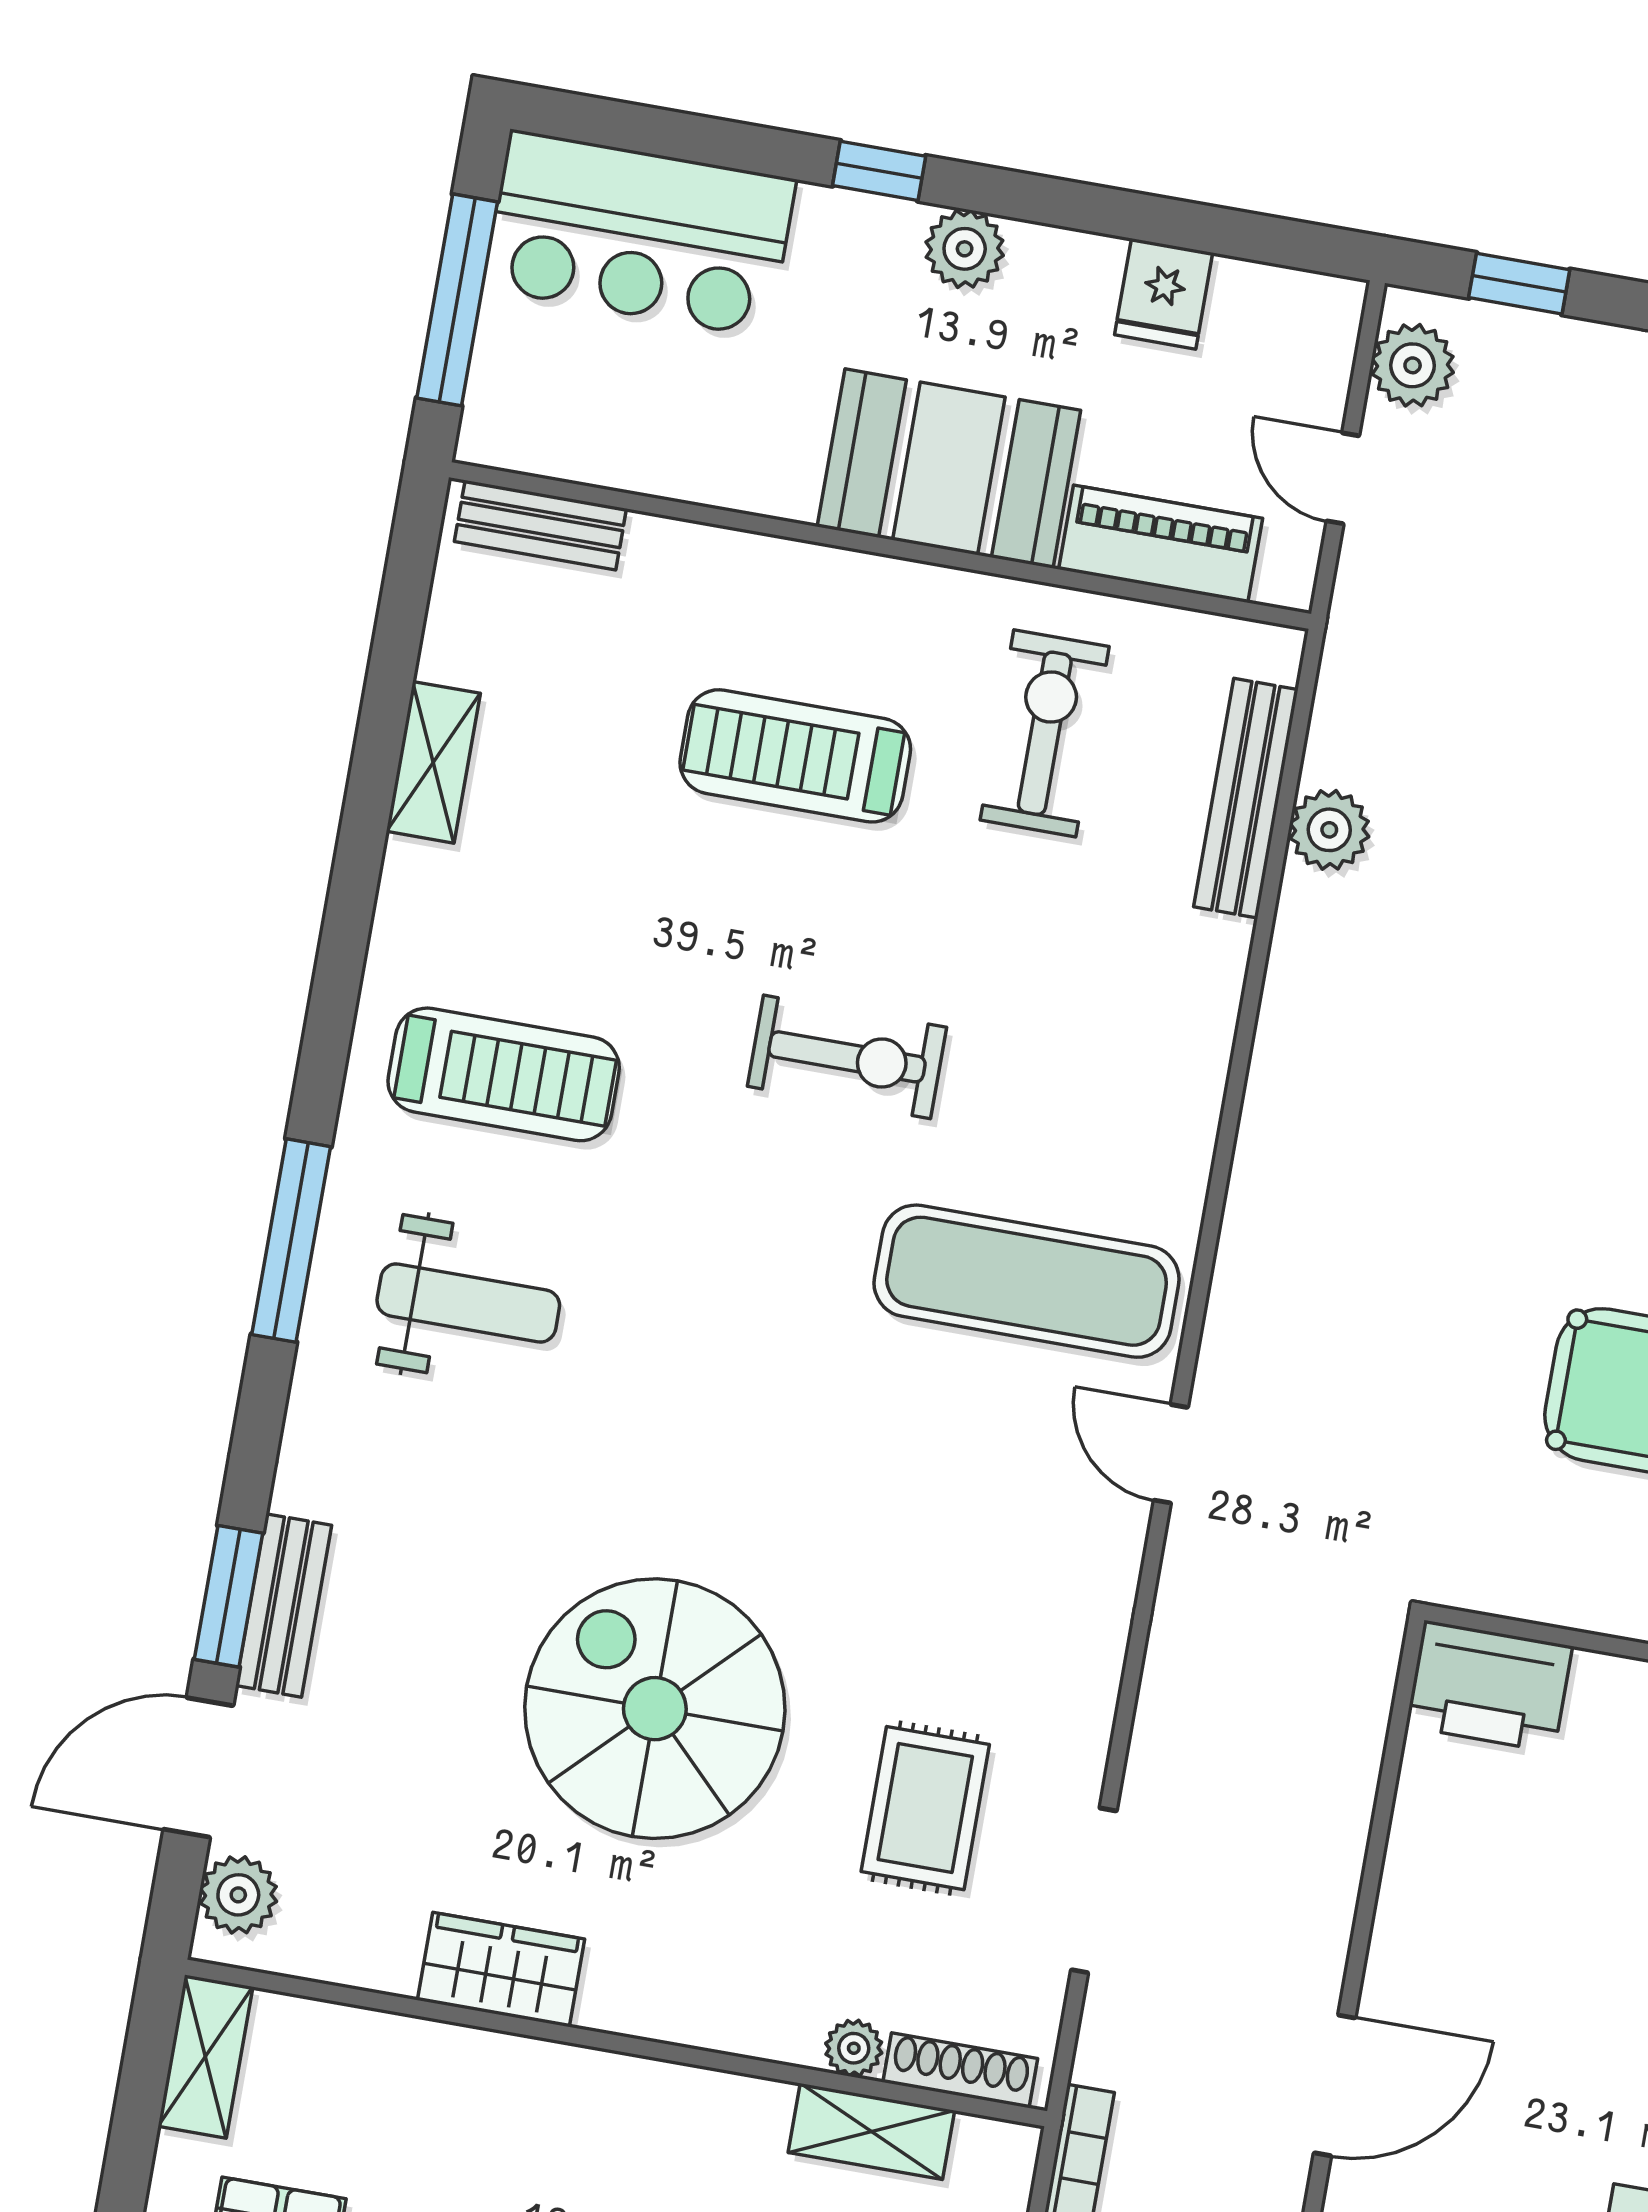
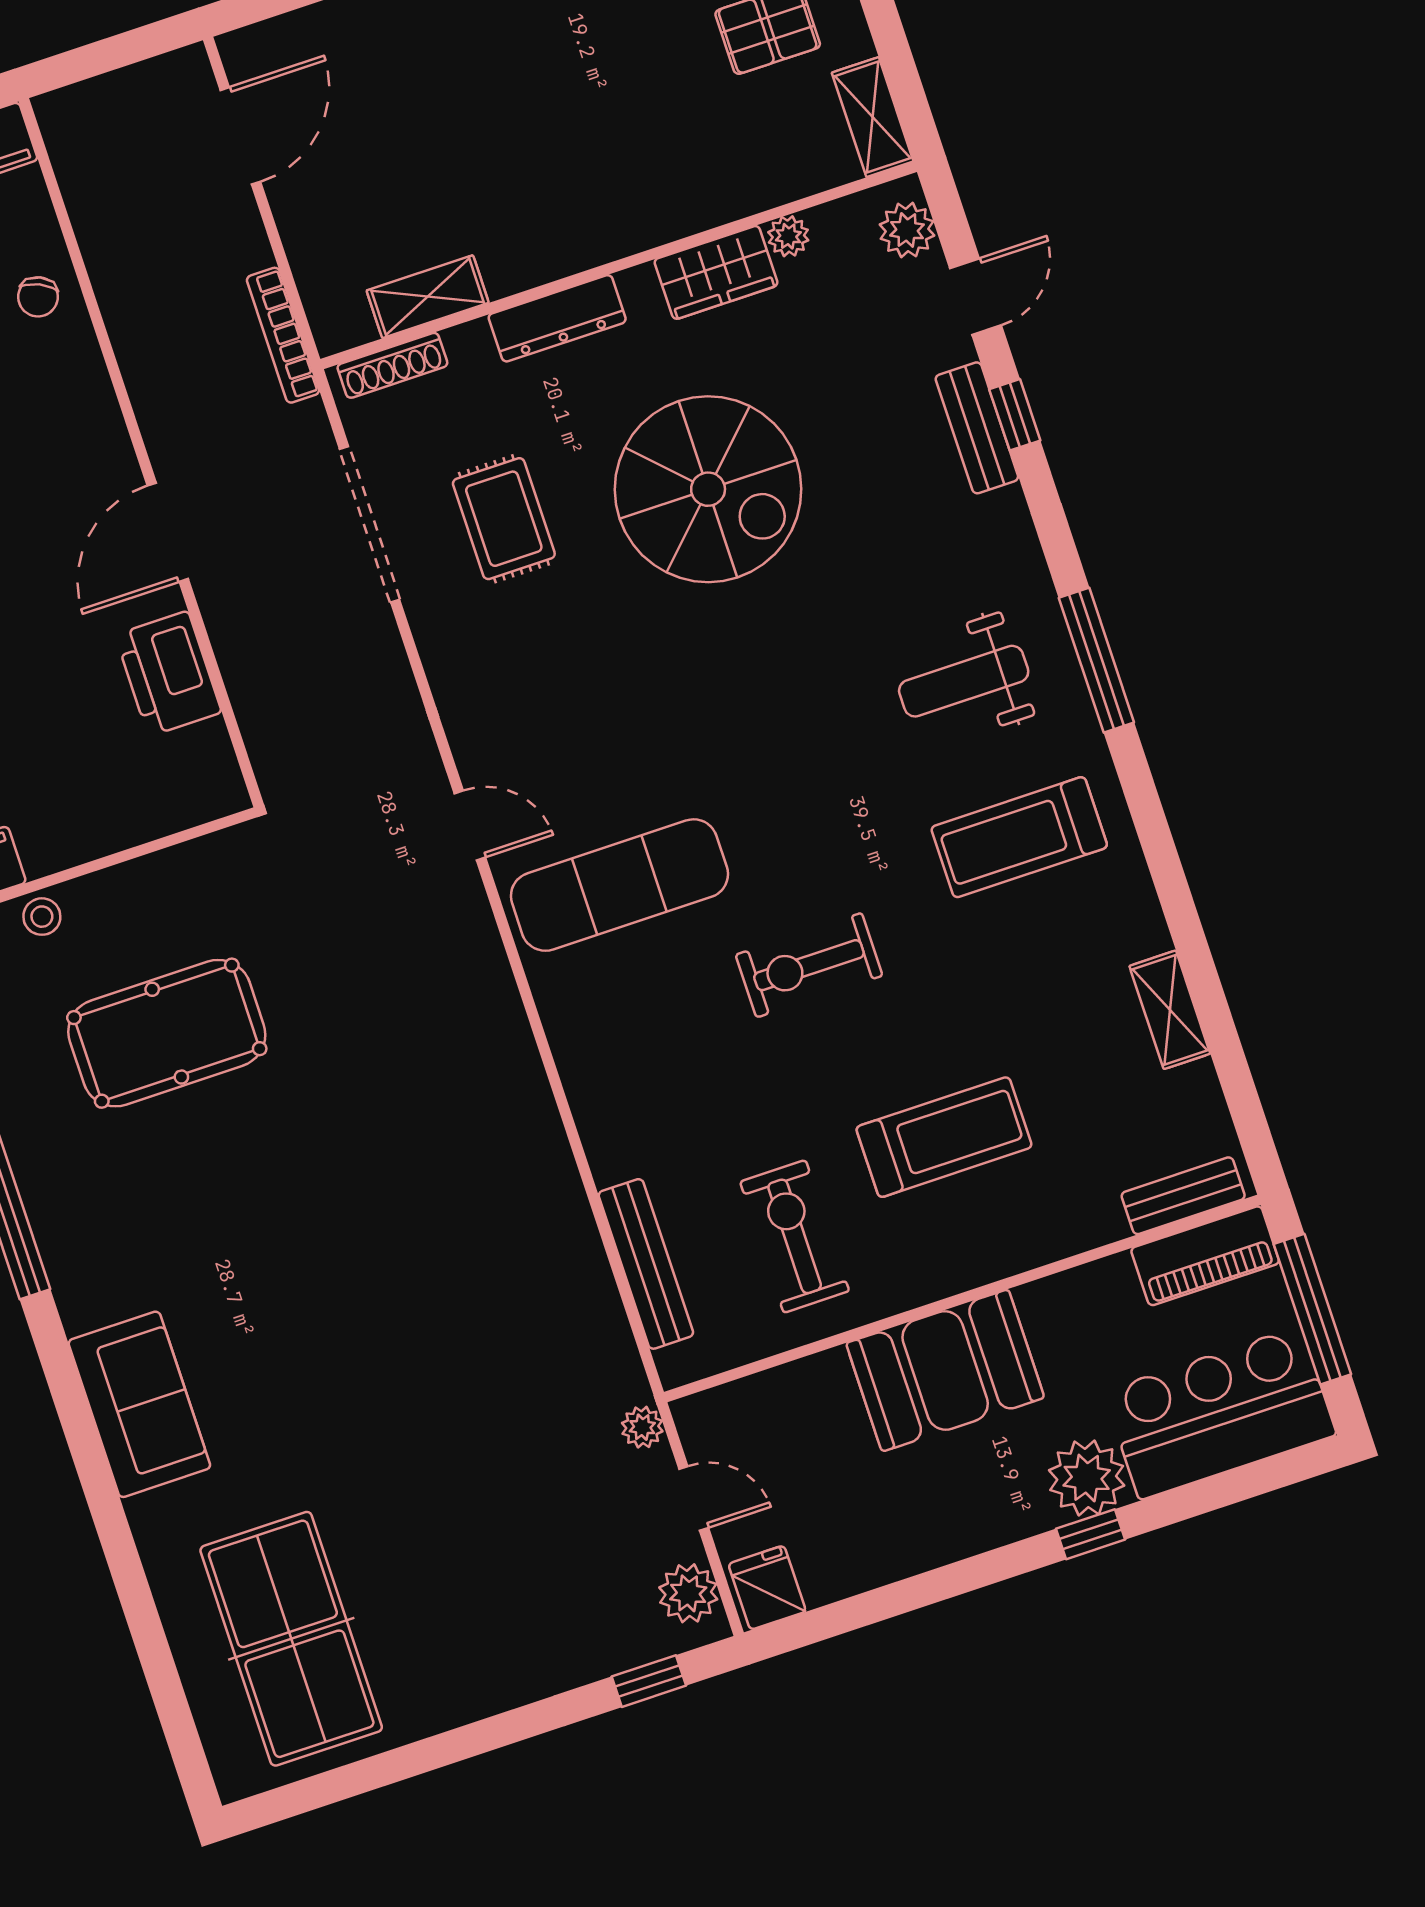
plant: (965, 249) -> (1087, 1478), moved, width x1.36, depth x1.36
fridge: (1164, 294) -> (767, 1588), moved
piano: (1161, 544) -> (1205, 1256), moved
exercise bike: (1045, 733) -> (795, 1236), turned 180
plant: (1329, 830) -> (642, 1427), moved, width x0.73, depth x0.73
window: (228, 1596) -> (1015, 415), width x0.67
printer: (1489, 1686) -> (168, 674), moved, turned -90
door: (198, 1767) -> (976, 297), width x0.73
doorway: (1094, 1890) -> (370, 524), width x1.36
dresser: (727, 2019) -> (557, 318), added
plant: (854, 2048) -> (788, 236), moved
door: (1335, 2085) -> (168, 532), moved

